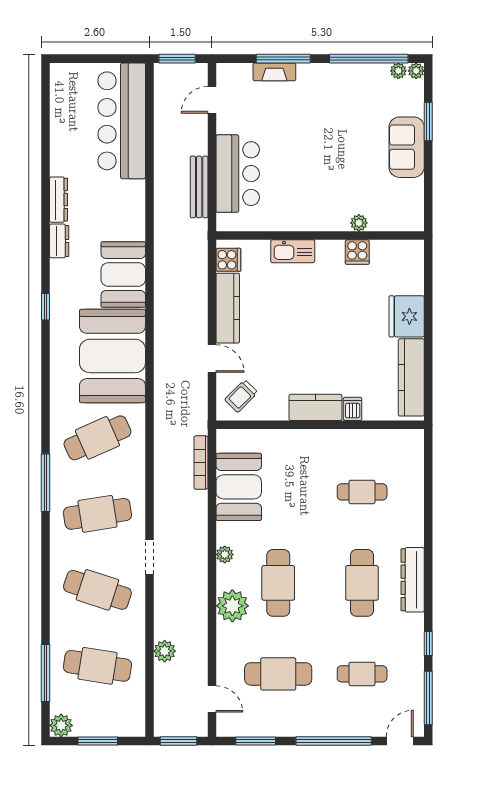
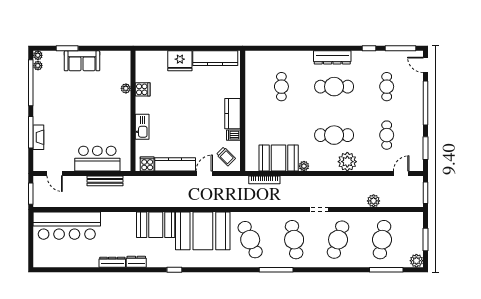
dishwasher: (353, 409) -> (233, 135), moved
plant: (225, 554) -> (304, 166), moved
cafe table: (278, 674) -> (387, 135), width x0.73, depth x0.74

